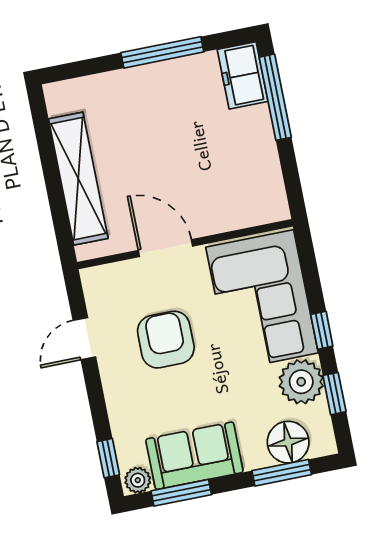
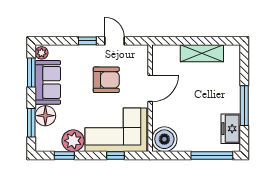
freezer: (243, 75) -> (231, 129), moved, turned -90
shelving: (78, 179) -> (202, 53), width x0.68
boiler: (262, 199) -> (164, 139), added
window: (322, 330) -> (115, 155), moved
floor lamp: (288, 442) -> (45, 116), moved
window: (108, 458) -> (87, 41), moved

